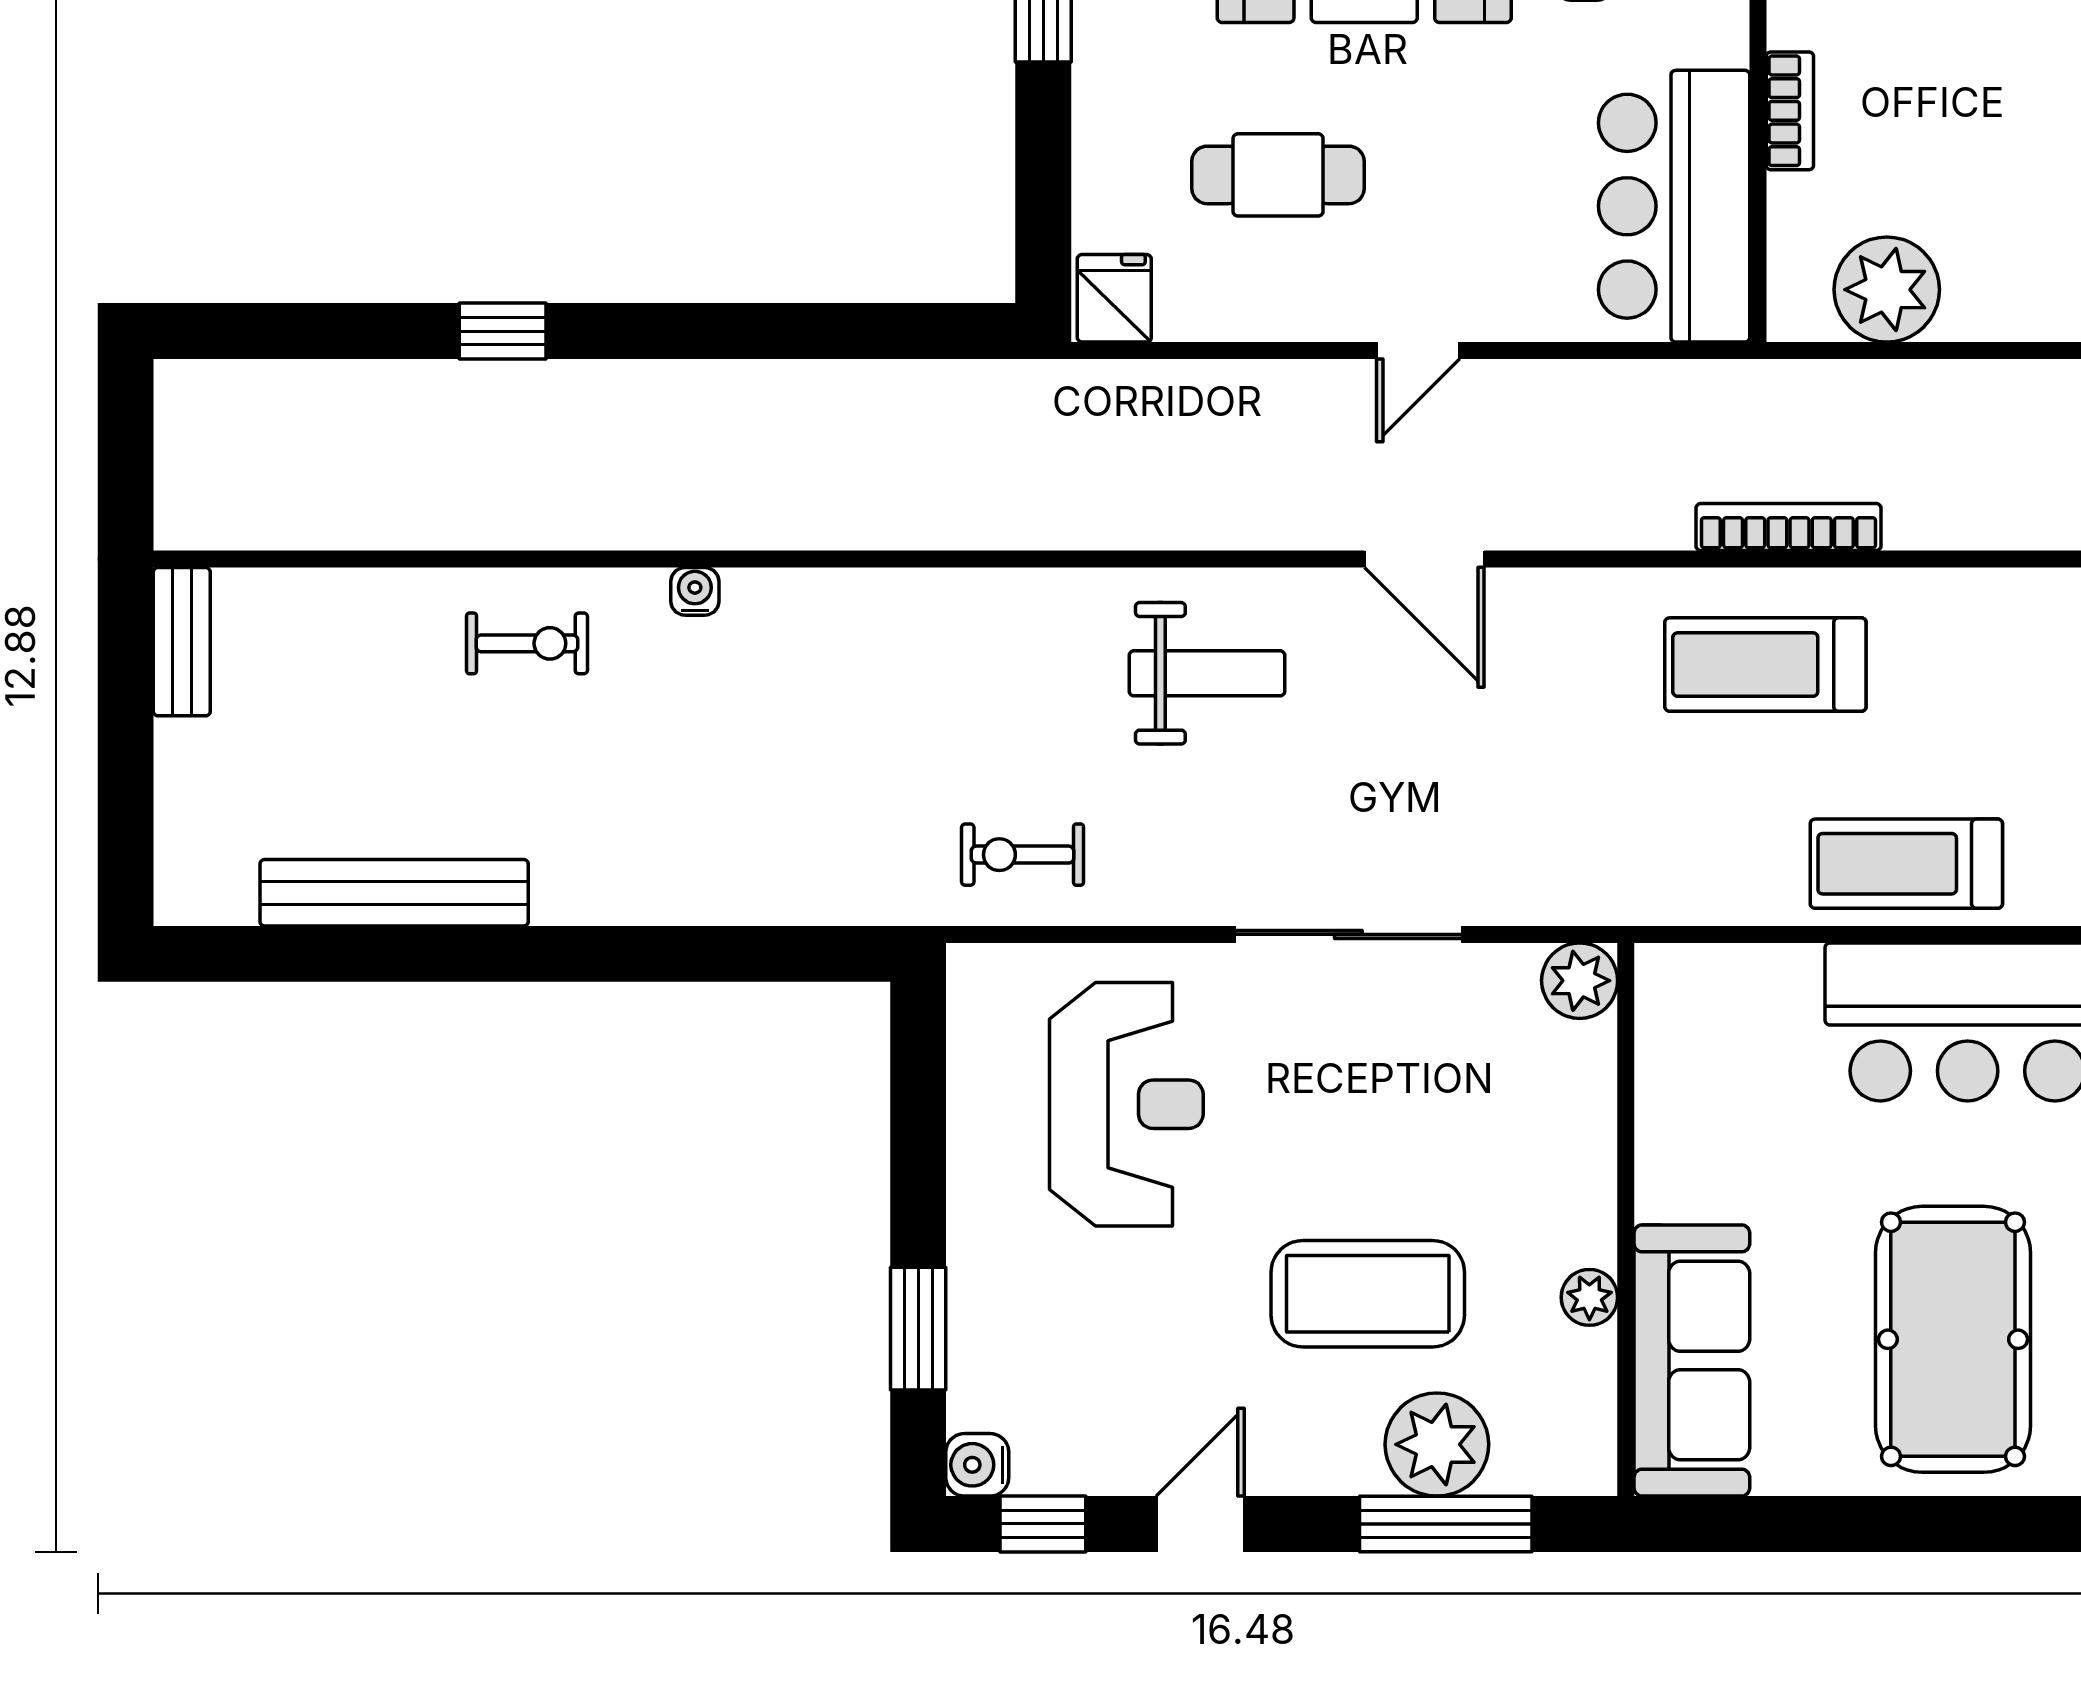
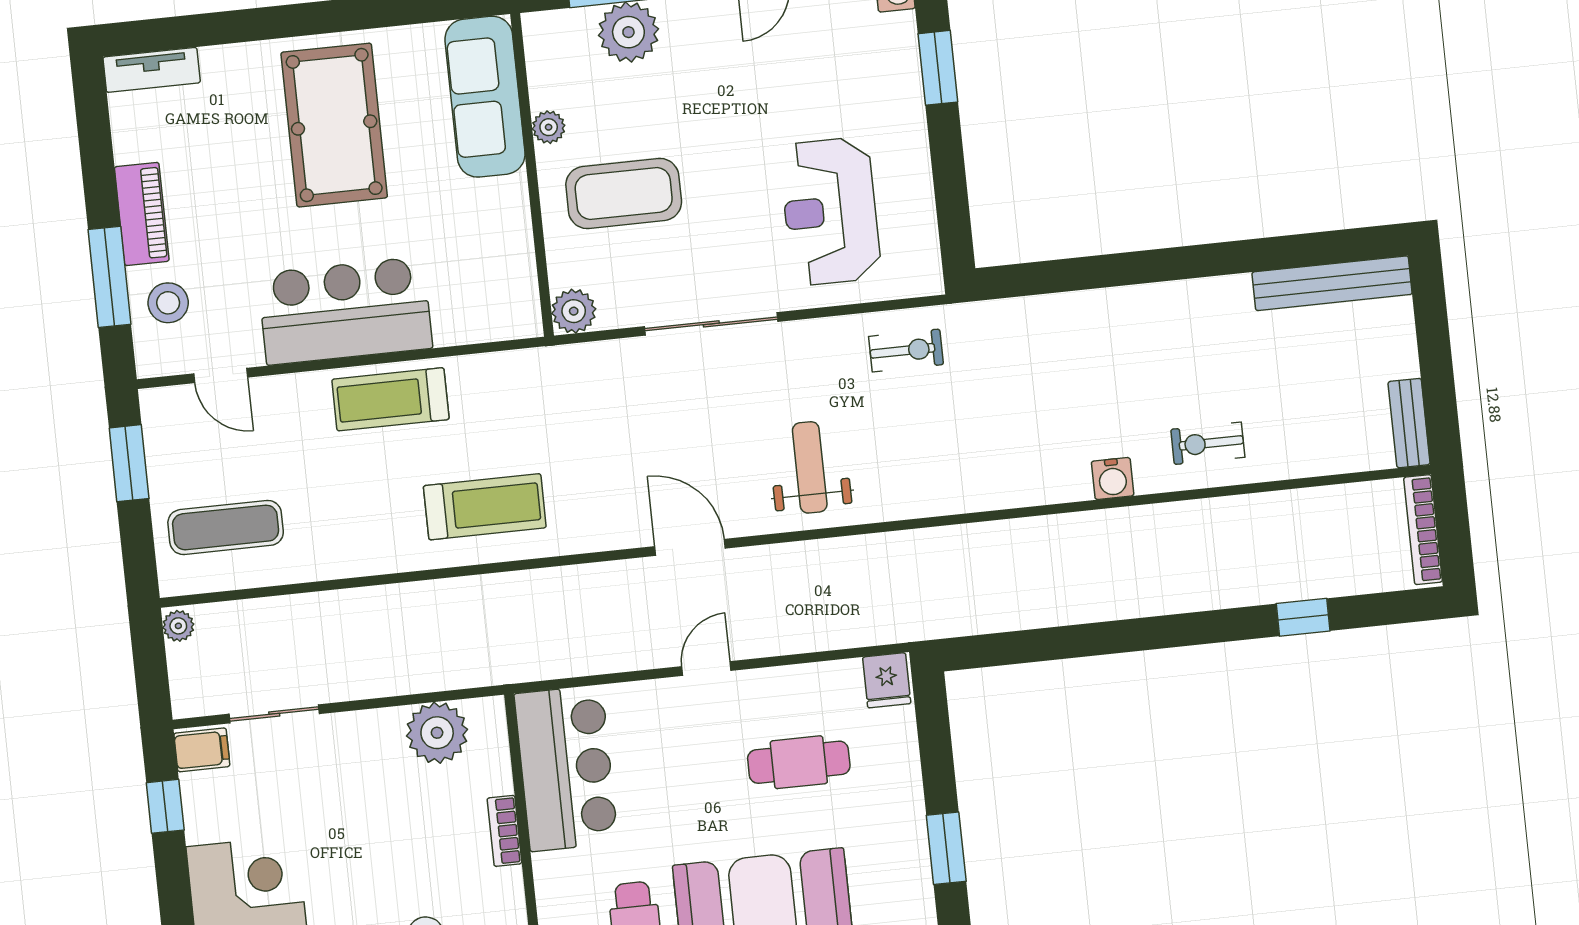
window: (503, 331) -> (1303, 617), moved
bookcase: (1788, 527) -> (1423, 530), moved, turned 90
water cooler: (695, 591) -> (1113, 478), width x1.38, depth x1.38
weight bench: (1207, 673) -> (810, 467), turned 90
treadmill: (1906, 864) -> (390, 399), turned 180
bench: (394, 893) -> (1332, 283), moved
coffee table: (1368, 1294) -> (624, 194), moved

